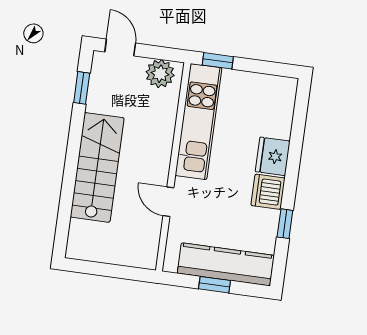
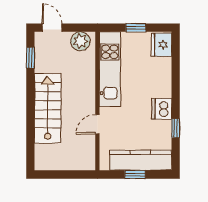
window: (218, 61) -> (136, 28), moved
fridge: (273, 156) -> (162, 45), moved
door: (168, 202) -> (97, 124), hinge flipped

